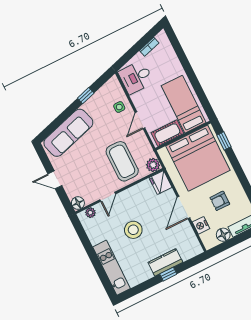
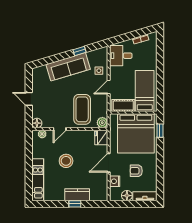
sofa: (68, 133) -> (68, 67), moved

